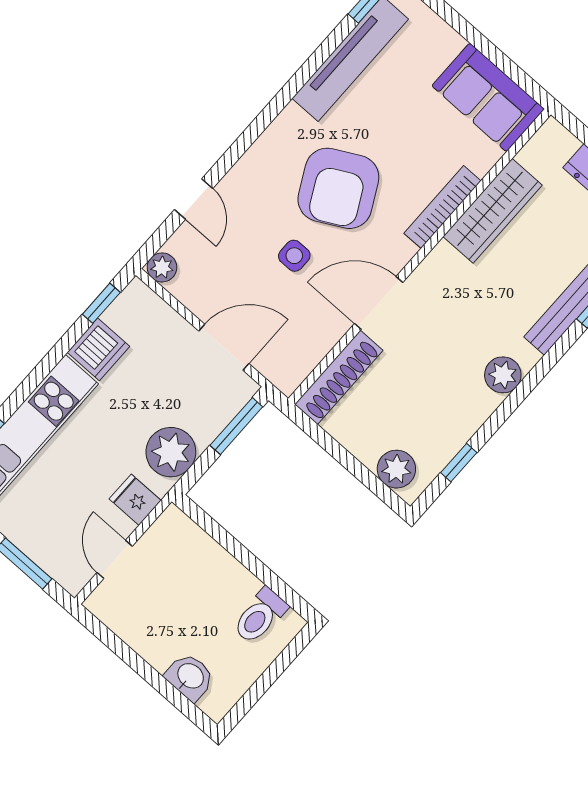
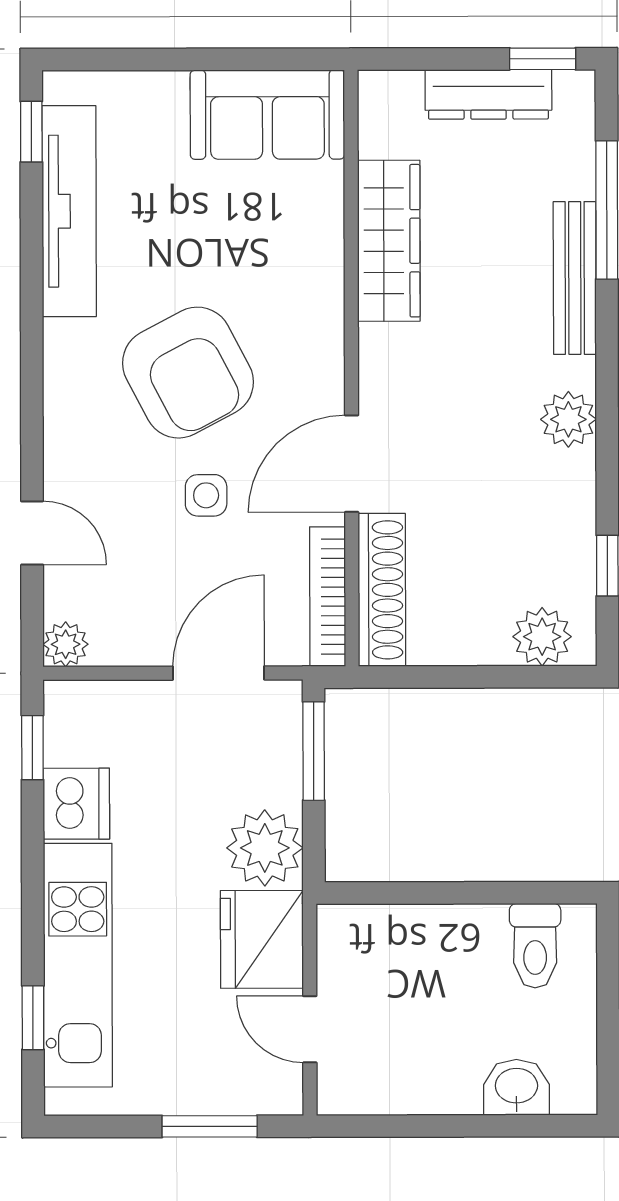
bookcase: (442, 207) -> (328, 597), moved
fridge: (135, 500) -> (262, 939), width x1.88, depth x1.34

